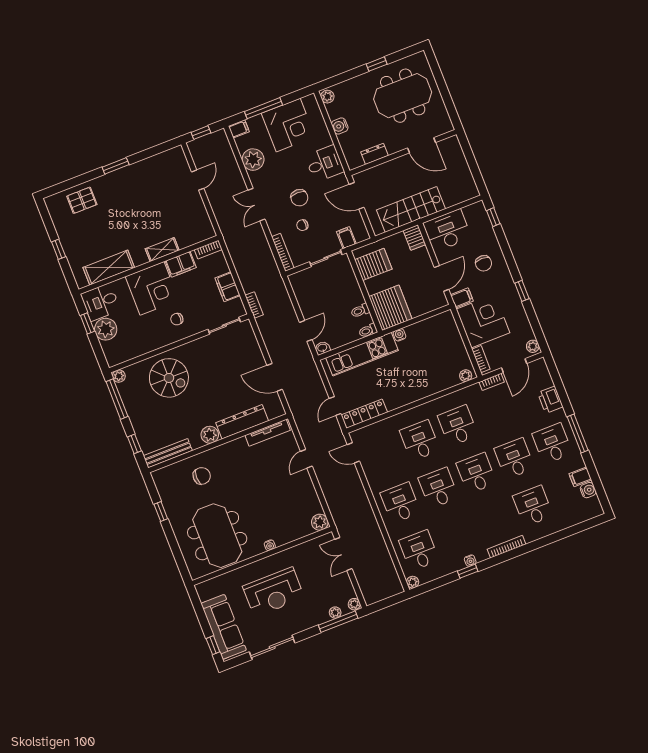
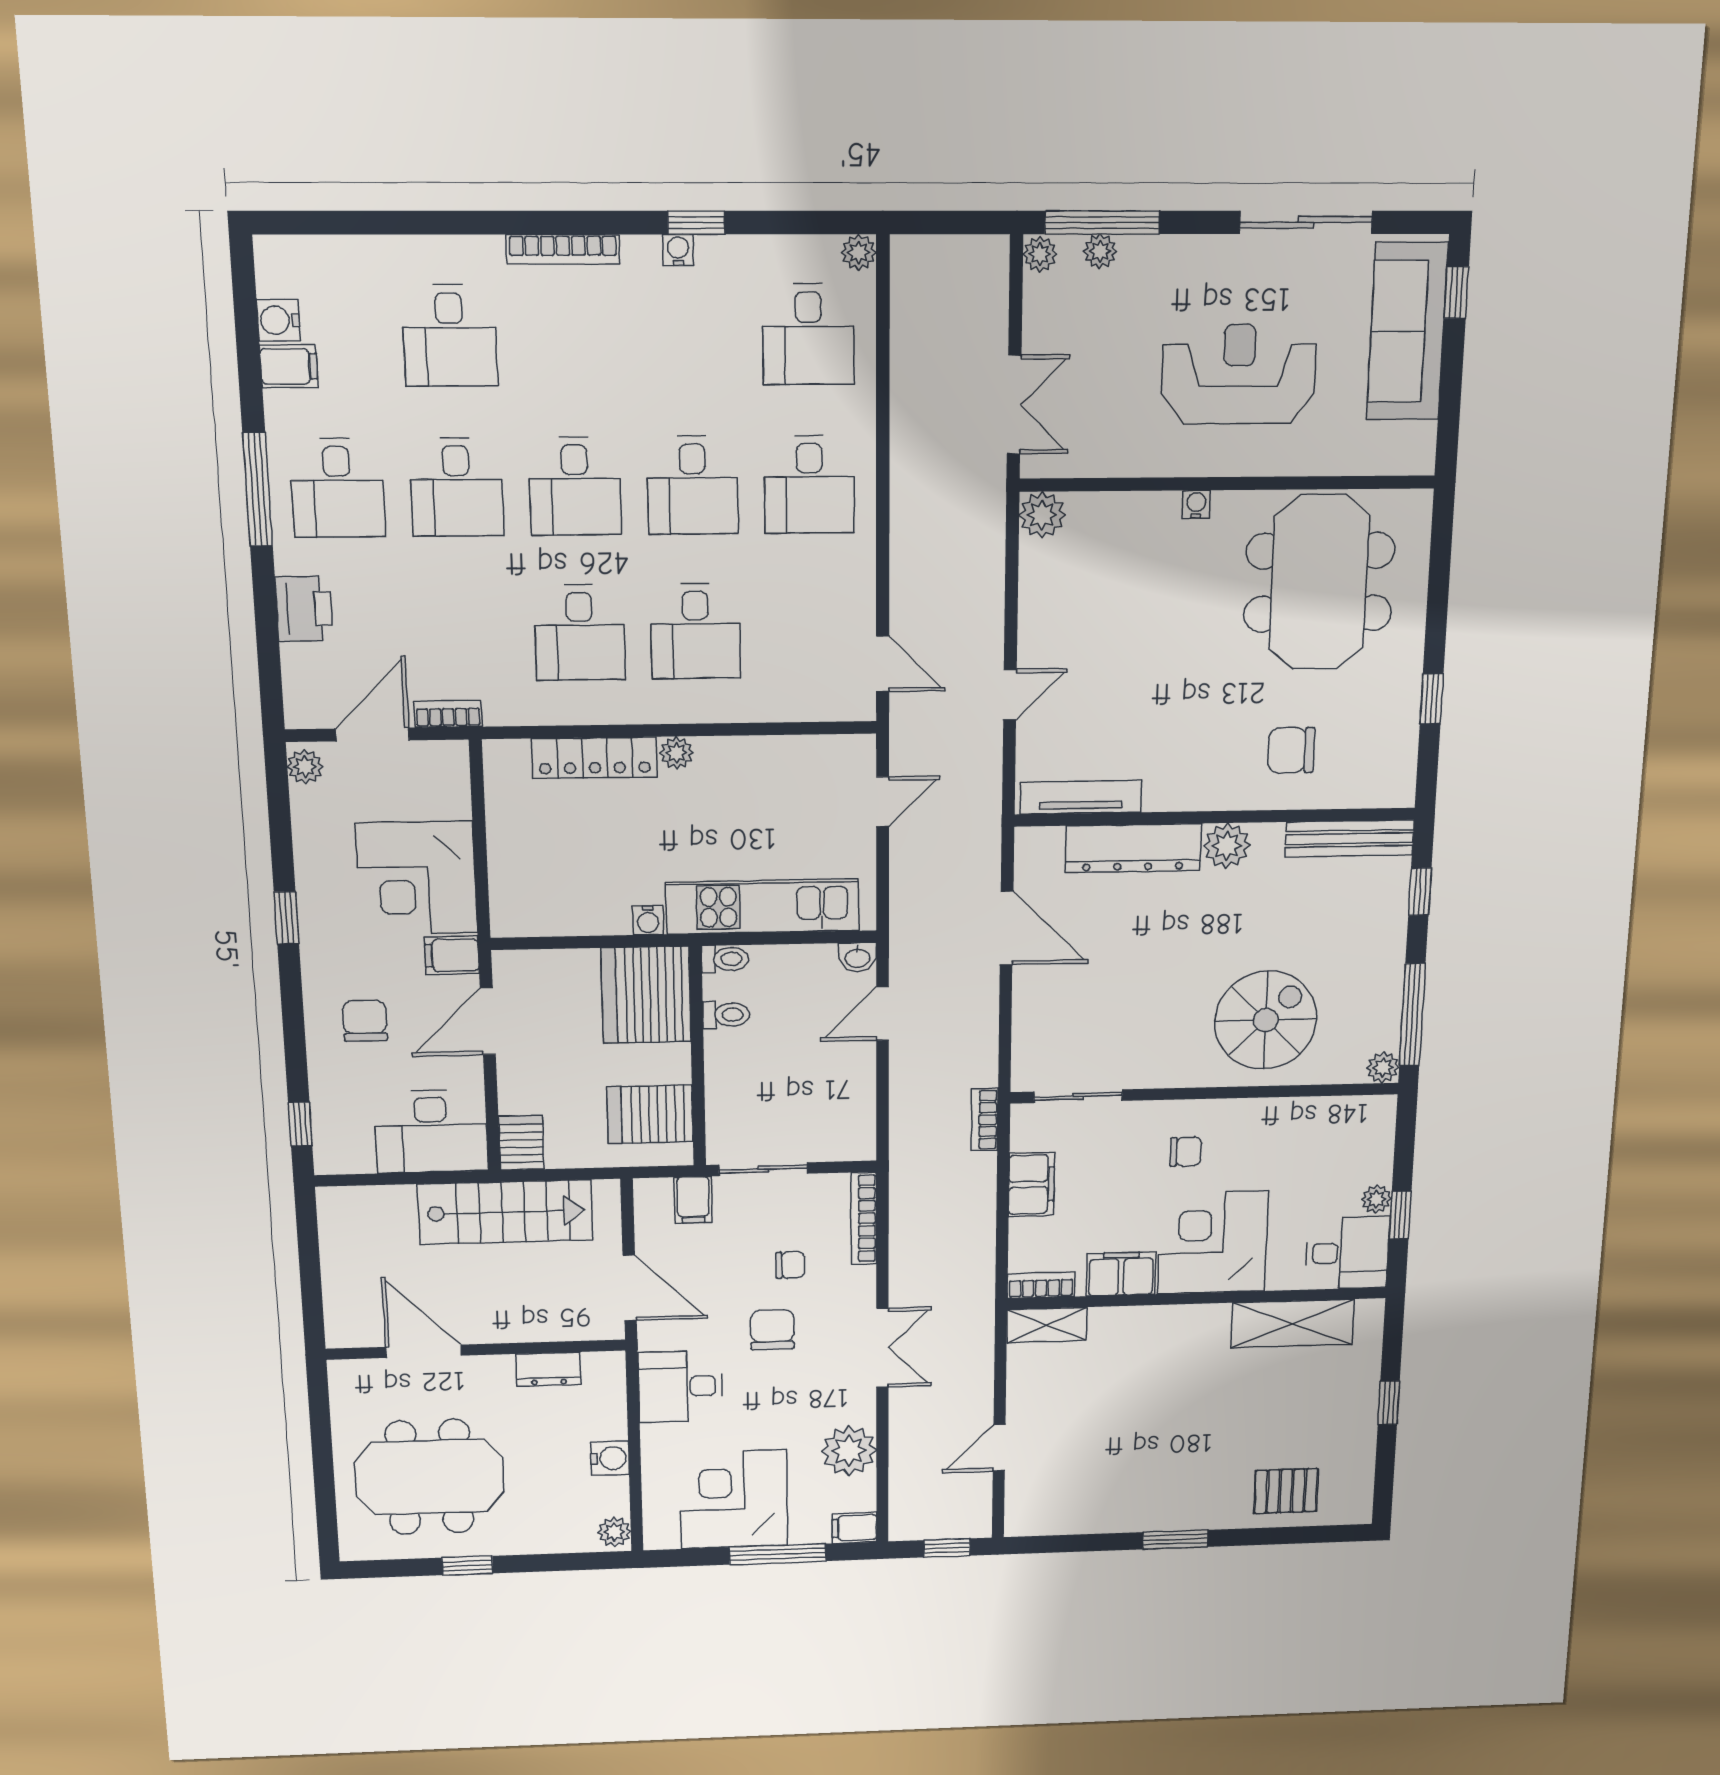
shelving: (162, 250) -> (1047, 1325), moved
plant: (106, 329) -> (1376, 1199), width x0.53, depth x0.53
bookcase: (481, 359) -> (456, 783), removed
plant: (466, 376) -> (677, 753), moved
spiral stairs: (169, 378) -> (1266, 1020), turned 90
locker: (364, 414) -> (595, 758), moved

